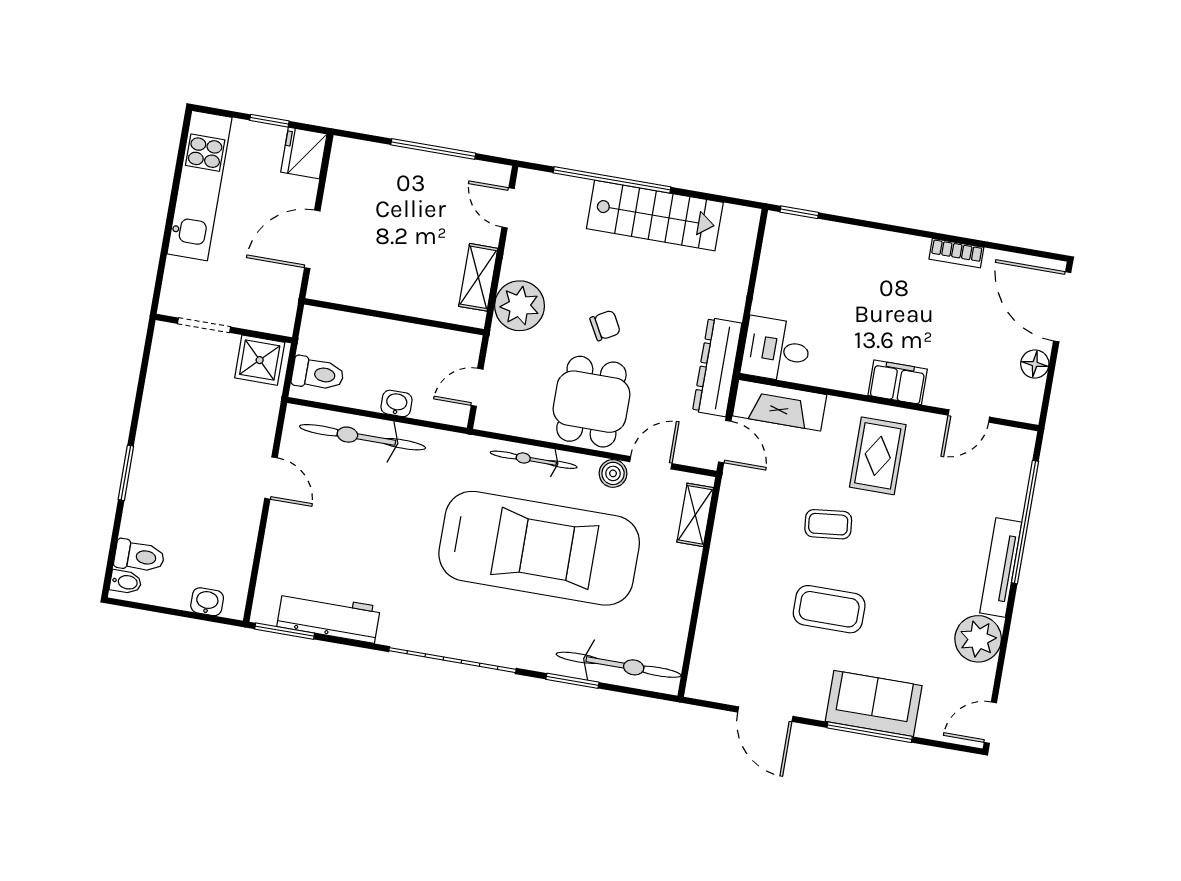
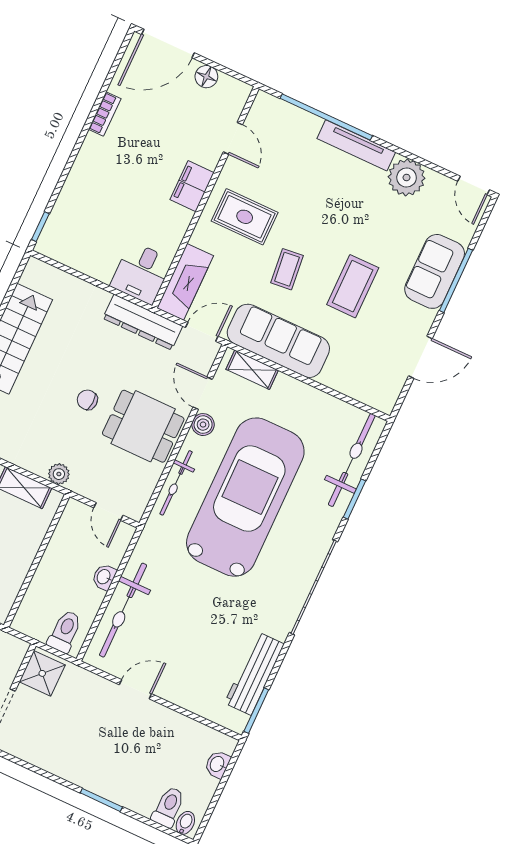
plant: (520, 306) -> (59, 474), width x0.53, depth x0.53
chair: (605, 325) -> (87, 400), turned -57
sofa: (739, 537) -> (278, 341), added

